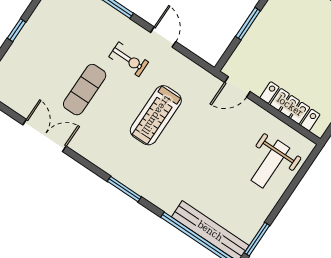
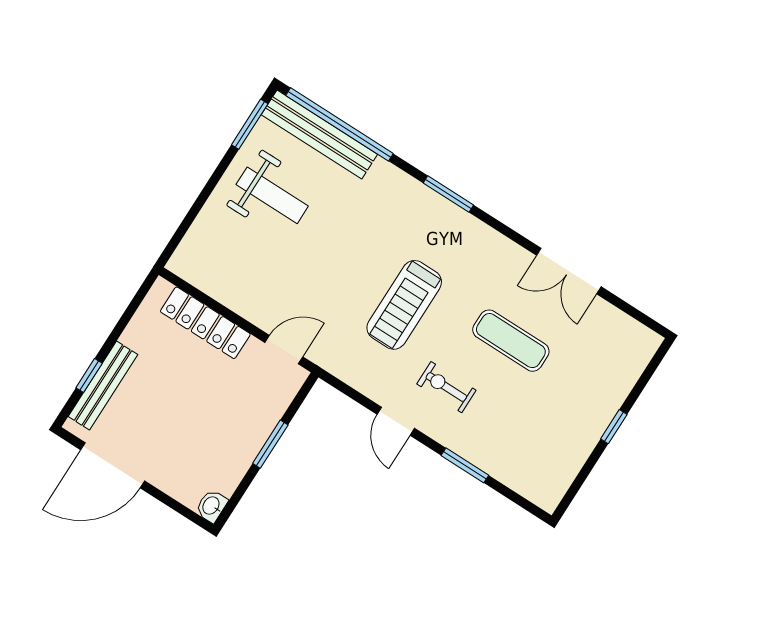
exercise mat: (85, 90) -> (511, 341), turned 90
treadmill: (156, 115) -> (404, 305), turned 180
weight bench: (270, 164) -> (272, 195), moved, turned 90

